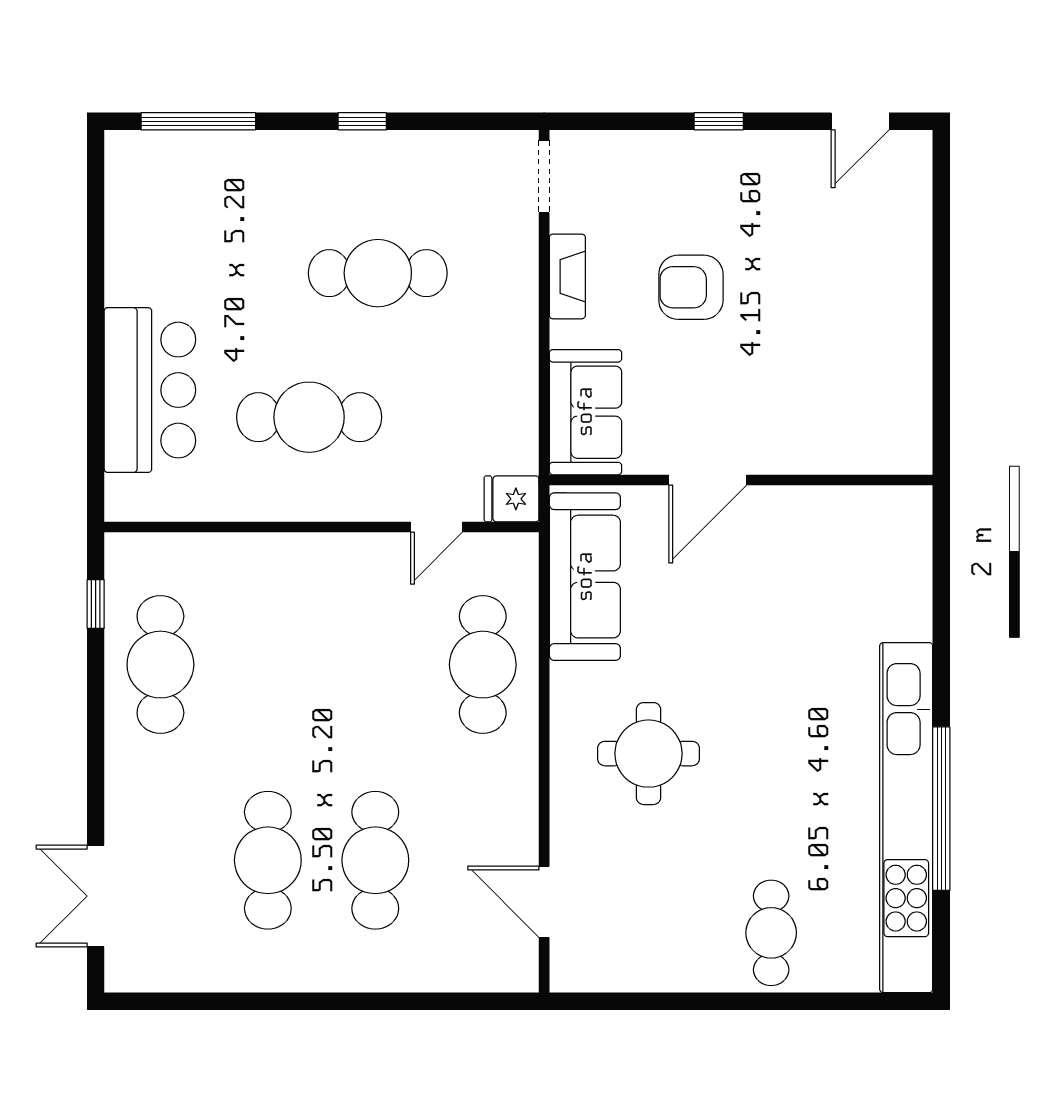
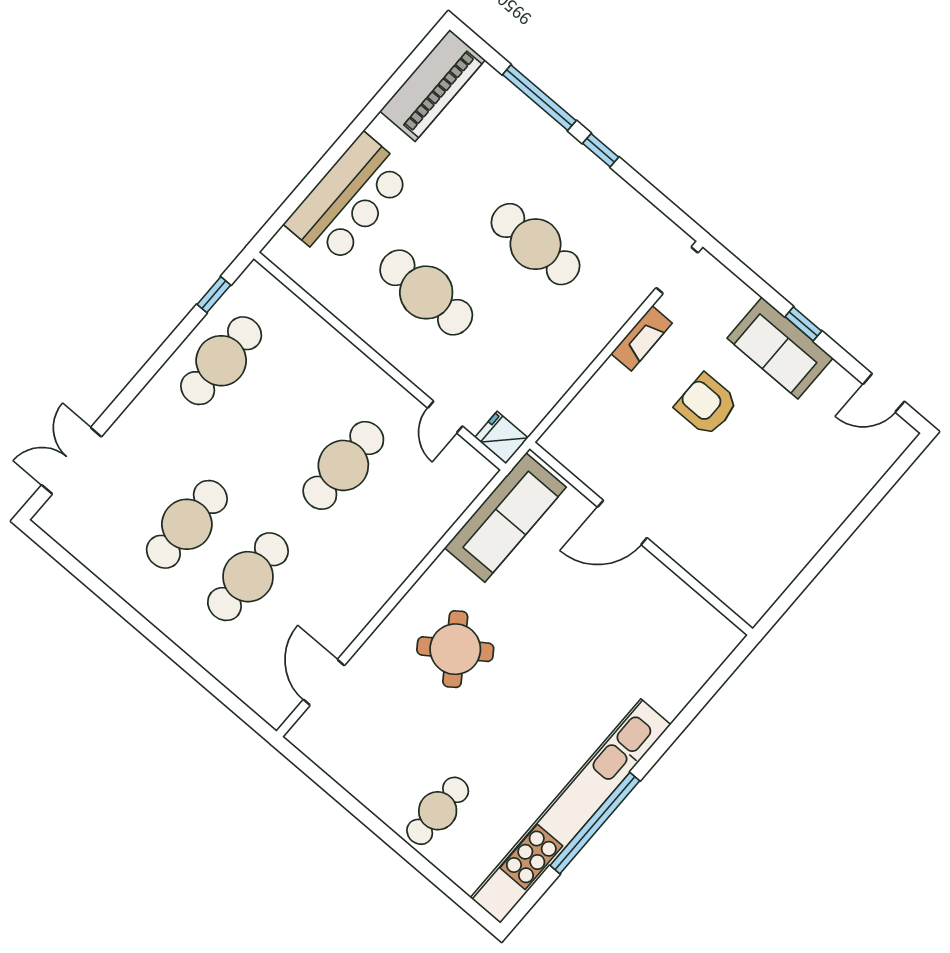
window: (198, 121) -> (539, 98), moved
piano: (135, 202) -> (432, 85), added
sofa: (585, 412) -> (780, 348), moved, turned 90
door: (436, 527) -> (445, 417), hinge flipped
cafe table: (483, 665) -> (343, 465), moved
round table: (648, 754) -> (455, 649), turned -35

